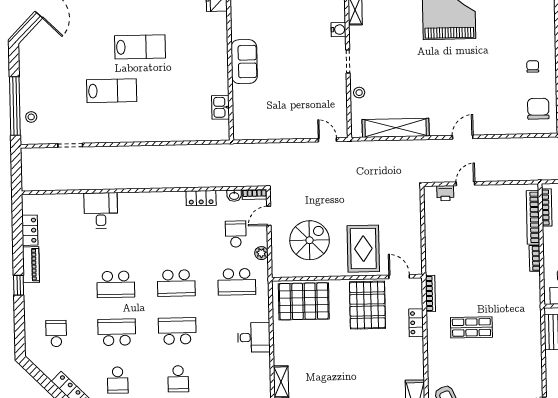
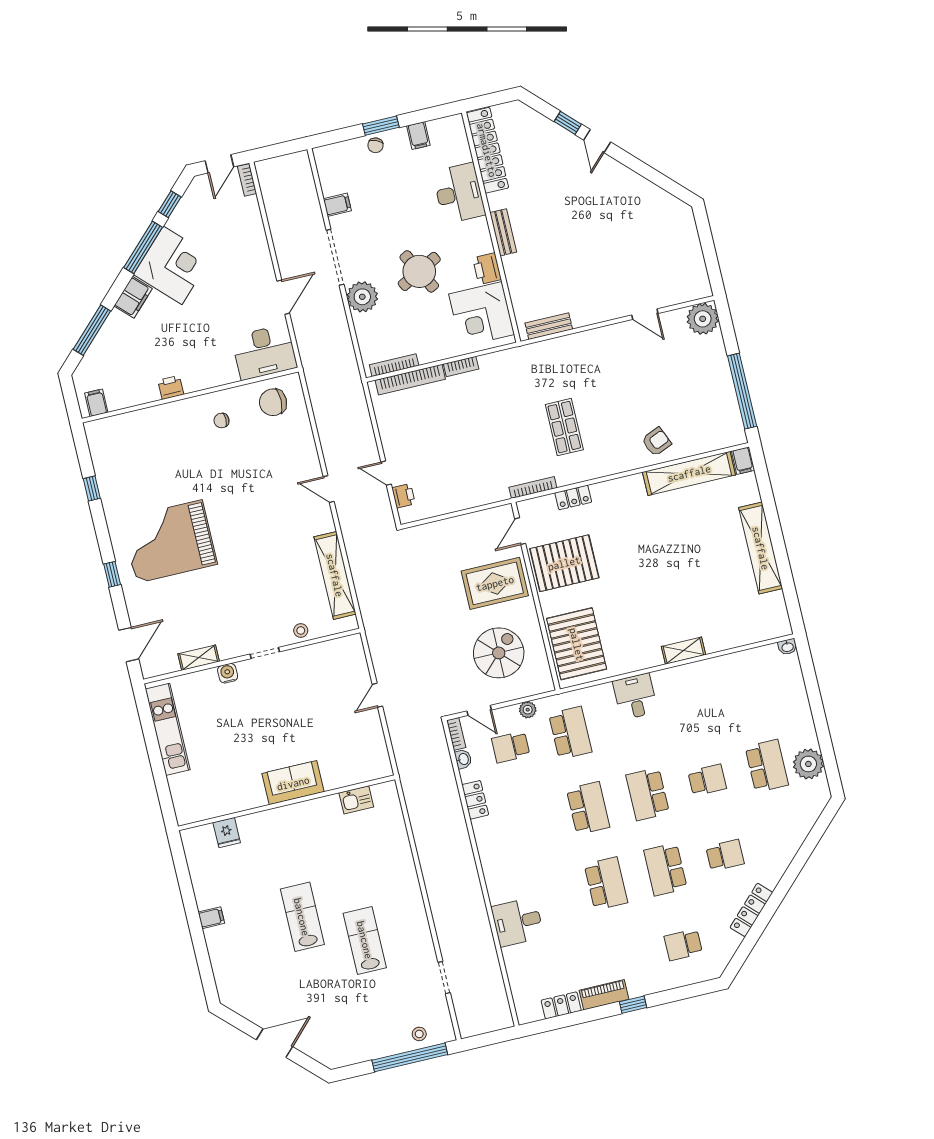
door: (327, 140) -> (377, 695), moved
spiral stairs: (310, 240) -> (499, 653), turned 90

